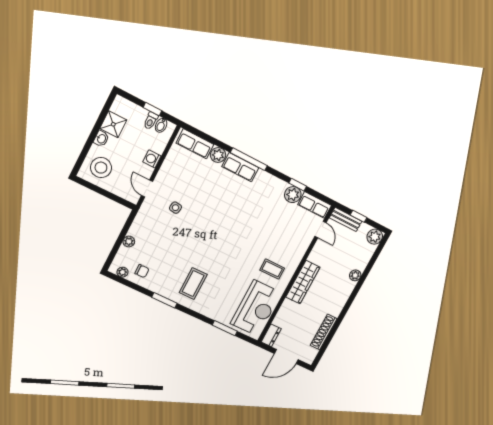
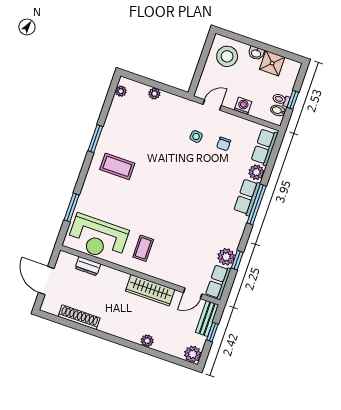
chair: (142, 271) -> (224, 144), moved
wardrobe: (303, 282) -> (150, 290), moved
dresser: (271, 335) -> (88, 266), moved

